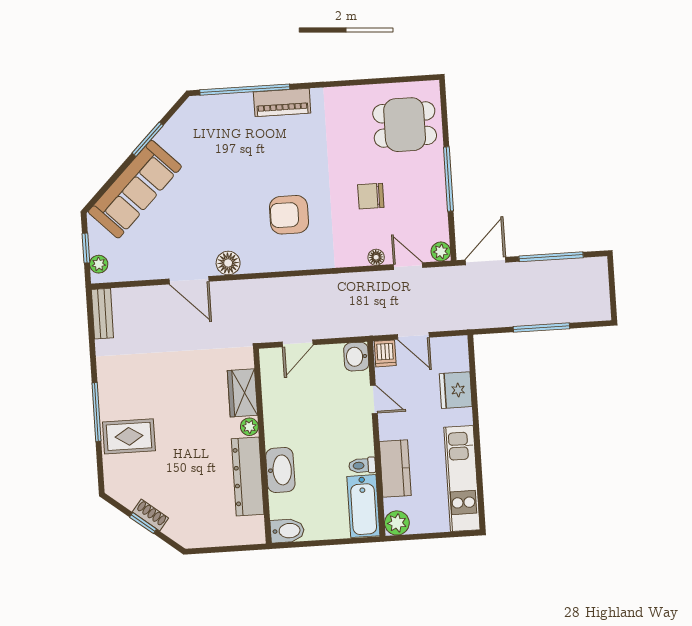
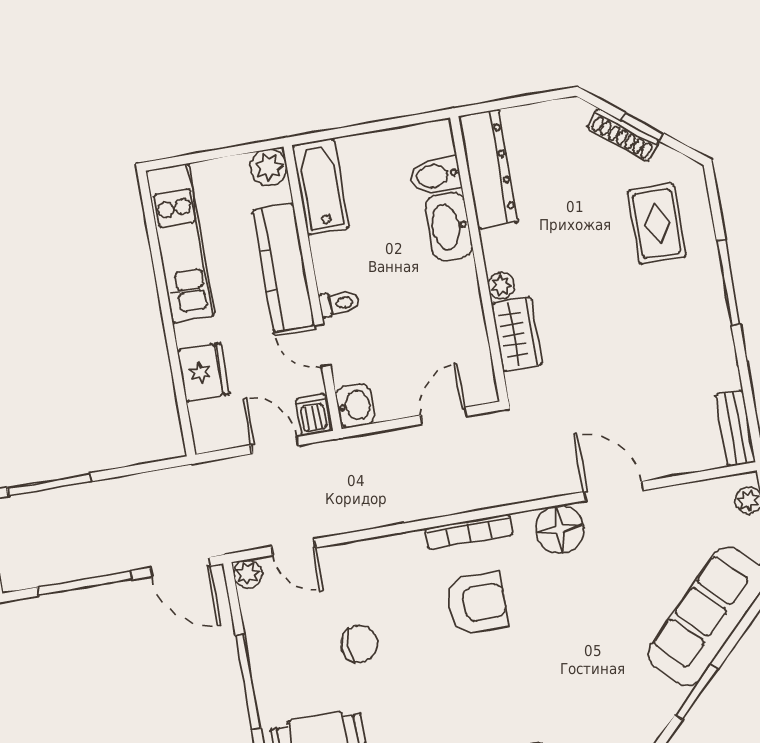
floor lamp: (376, 257) -> (342, 555), removed
door: (486, 261) -> (180, 567), hinge flipped
floor lamp: (228, 263) -> (560, 529), width x1.38, depth x1.38
bookcase: (289, 264) -> (469, 532), added
window: (541, 328) -> (49, 485), moved
rug: (129, 436) -> (657, 224), moved, turned 90
toilet: (362, 465) -> (339, 303), moved
kitchen counter: (395, 468) -> (284, 268), width x1.50
dresser: (248, 476) -> (488, 169), moved
shoe rack: (150, 515) -> (623, 135), width x1.43
bidet: (287, 531) -> (435, 176), moved

